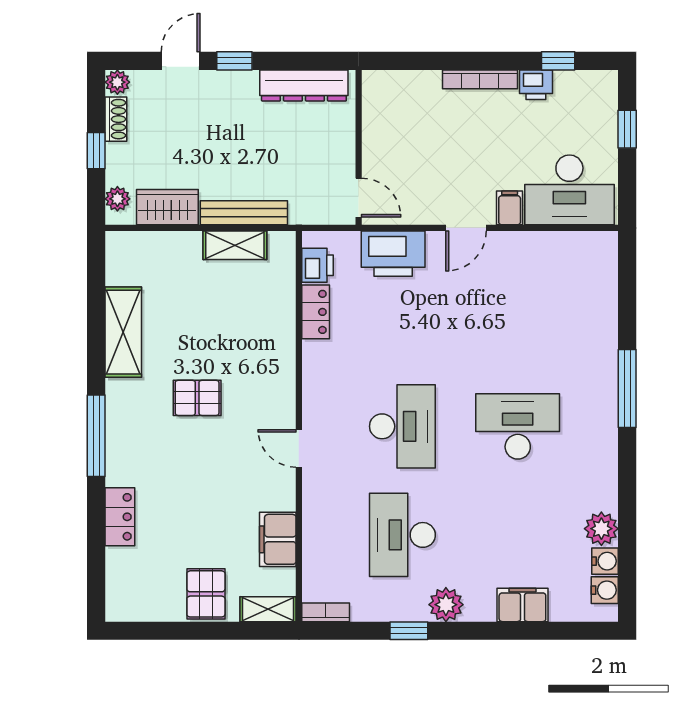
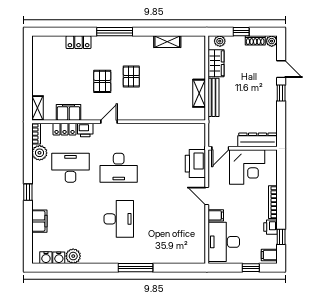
dresser: (304, 86) -> (258, 140), moved, turned 90
filing cabinet: (599, 88) -> (269, 255), added
corner desk: (401, 137) -> (247, 167), added
printer: (318, 265) -> (85, 130), moved
locker: (316, 312) -> (65, 129), moved
shelving: (123, 332) -> (167, 42), width x0.67, depth x0.75
pallet: (206, 594) -> (102, 81), moved, turned 90
plant: (446, 605) -> (40, 153), moved
window: (409, 631) -> (28, 192), moved

